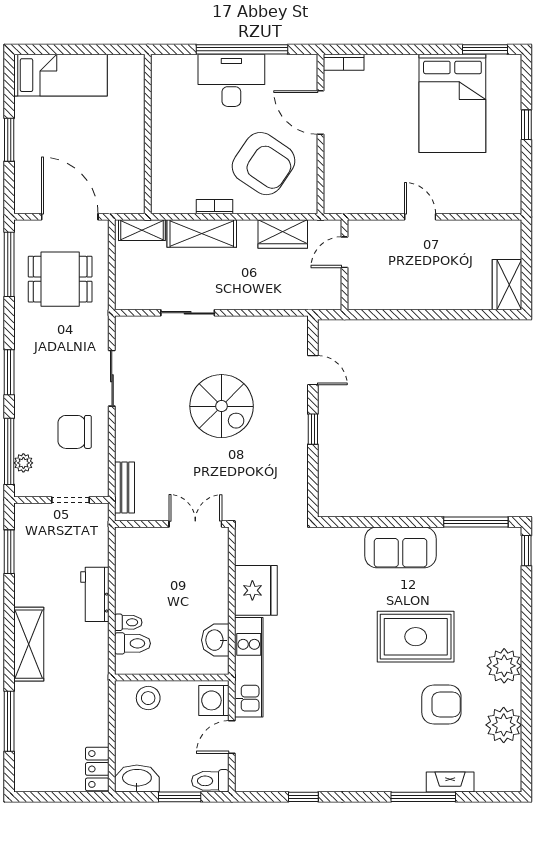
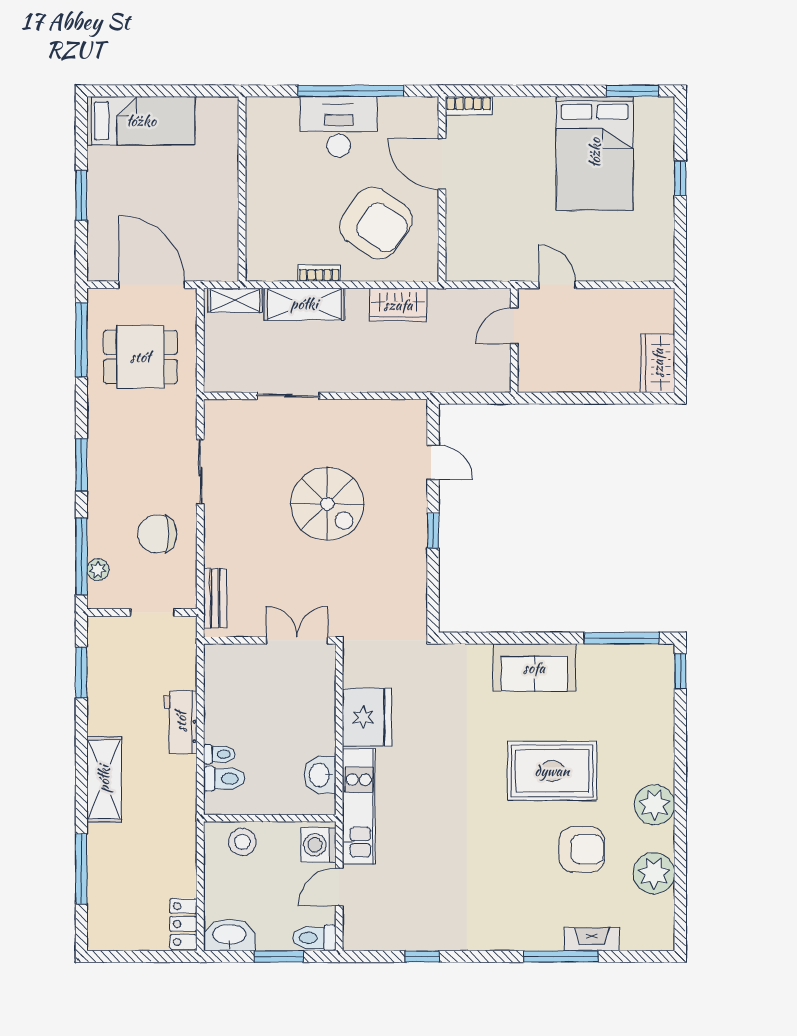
door: (345, 252) -> (514, 326), moved
wall: (345, 265) -> (514, 340), moved

